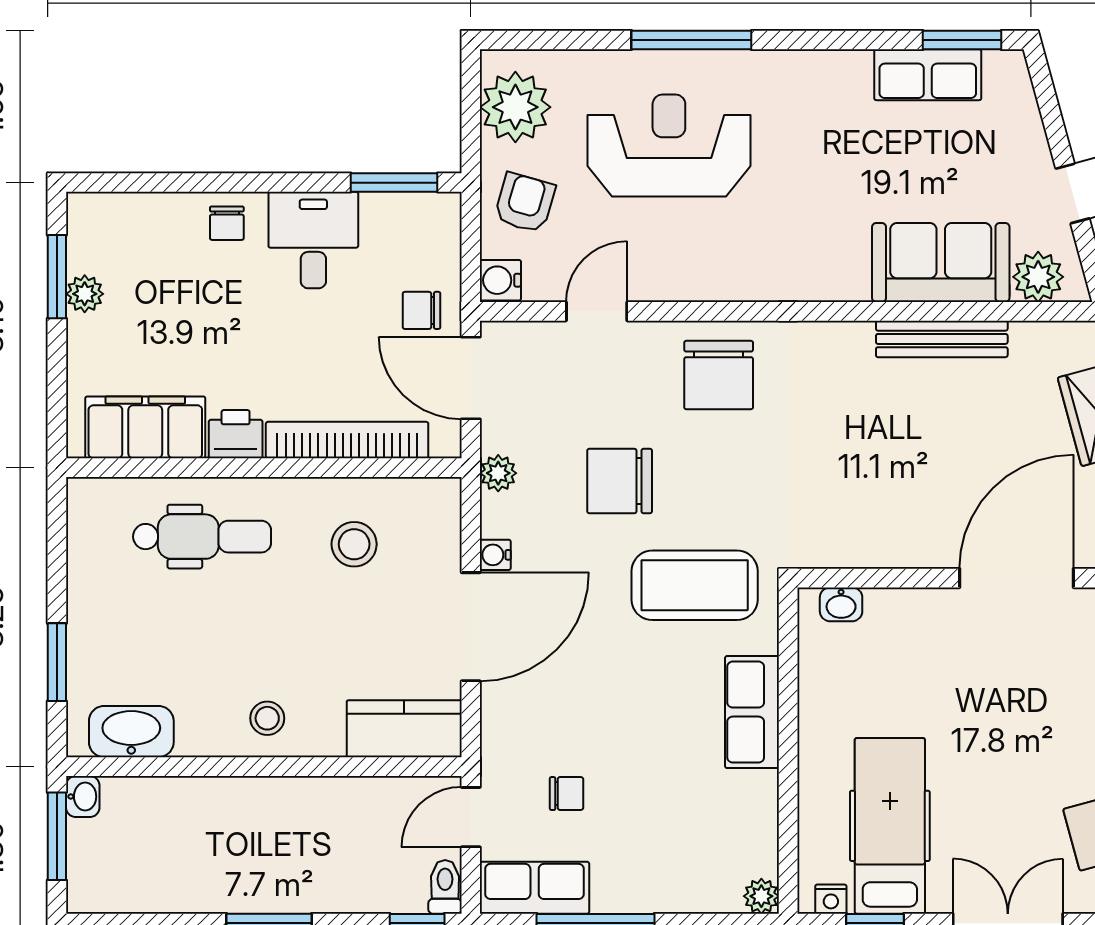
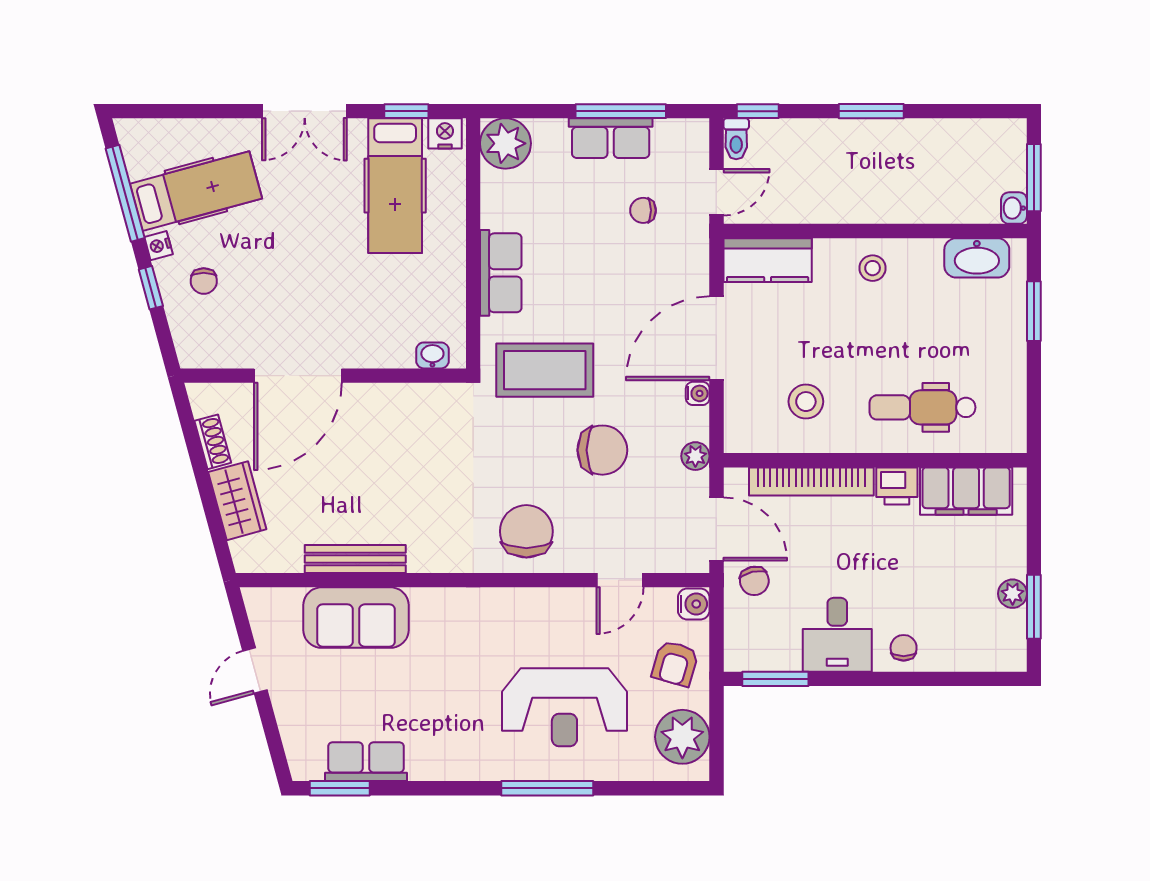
plant: (1038, 277) -> (281, 607), removed
chair: (421, 310) -> (754, 581), turned 77
row of seats: (535, 888) -> (611, 138), moved
plant: (761, 896) -> (505, 143), width x1.88, depth x1.88
nightstand: (831, 899) -> (445, 133), width x1.39, depth x1.35

